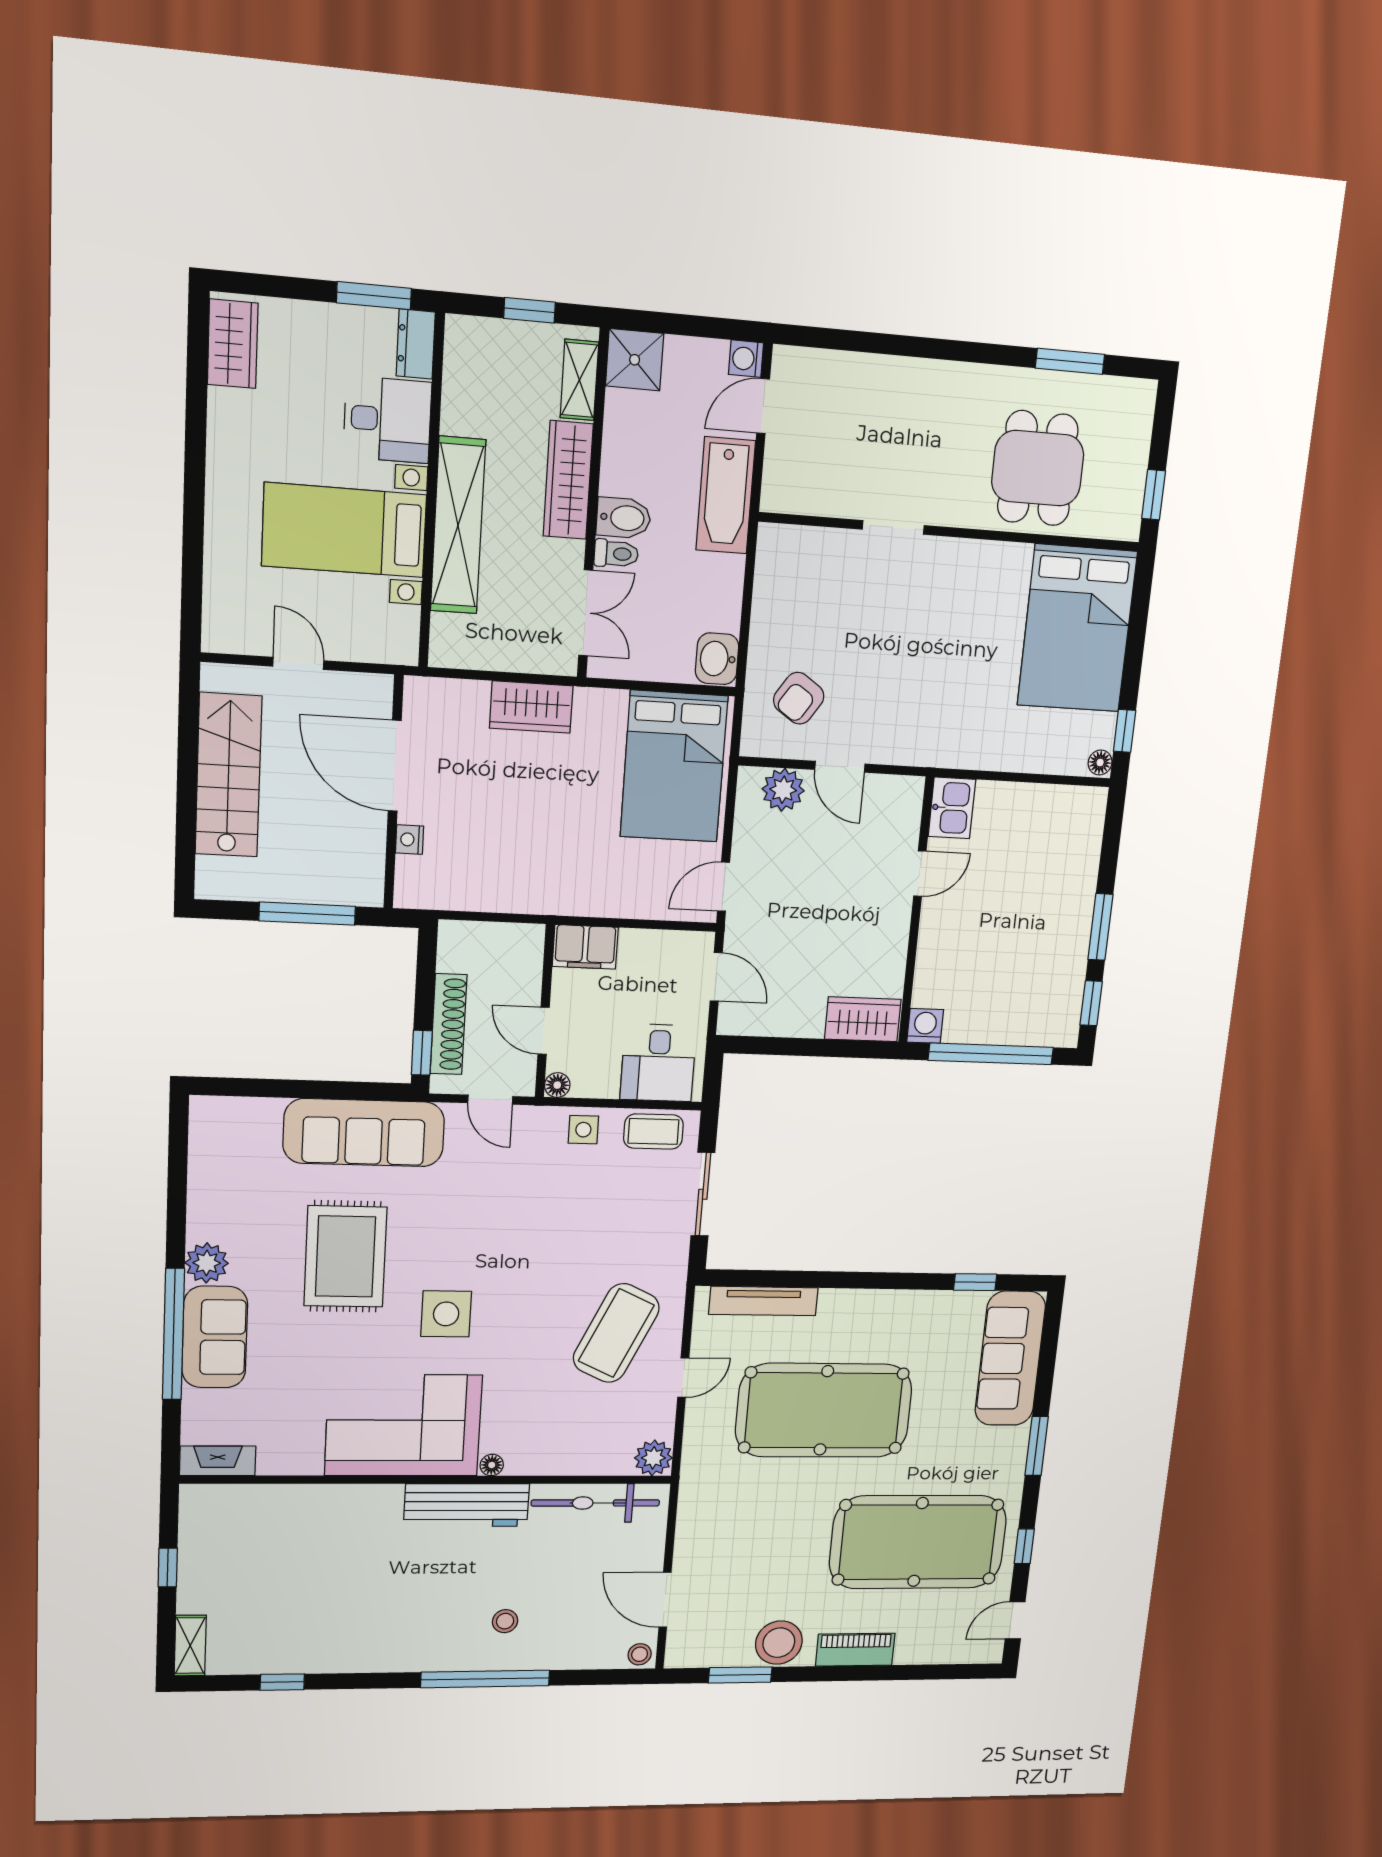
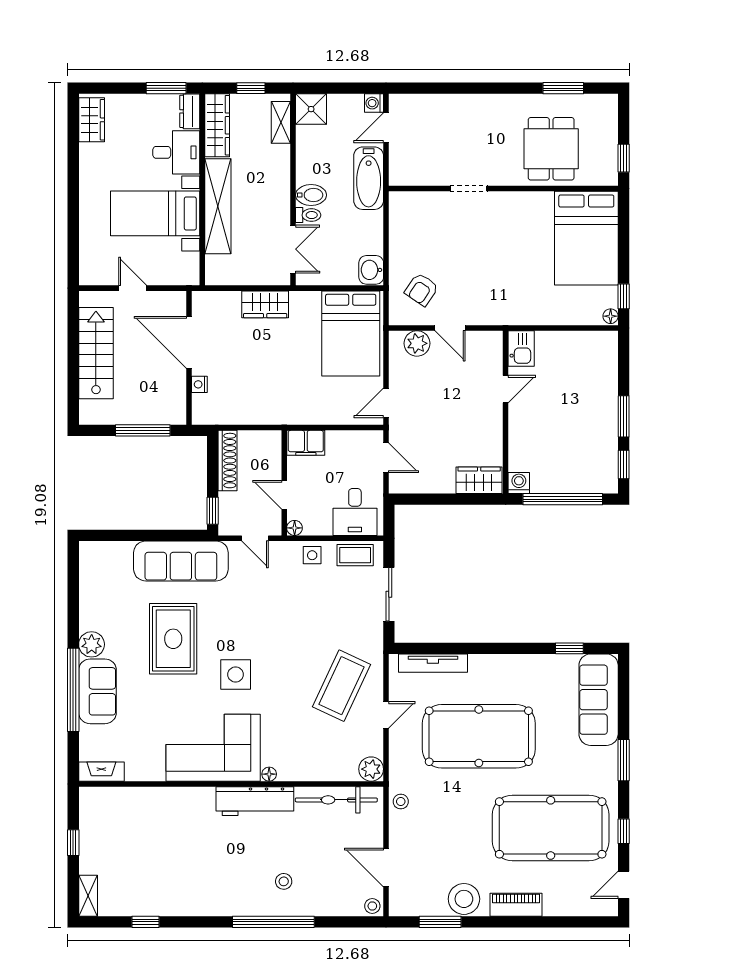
wardrobe: (568, 480) -> (217, 125), moved, turned 180
shoe rack: (449, 1024) -> (228, 461), moved
stool: (695, 1505) -> (401, 802), added

